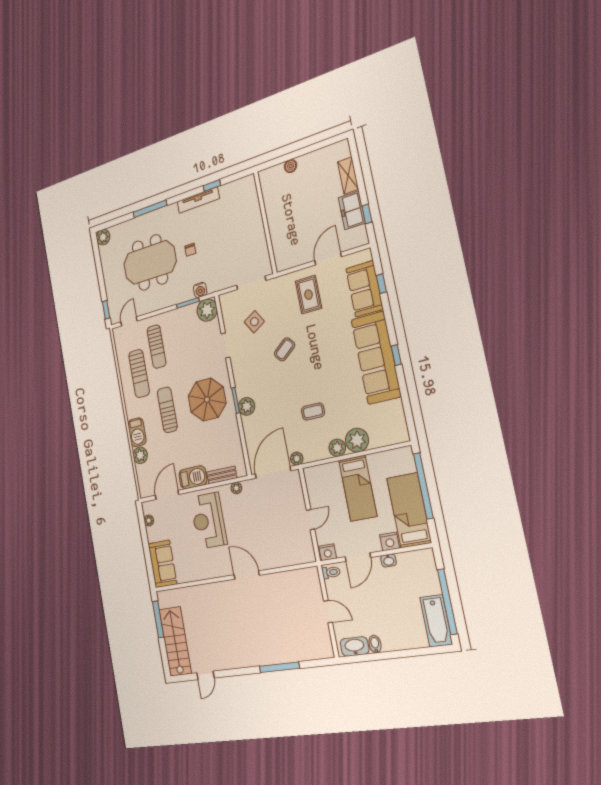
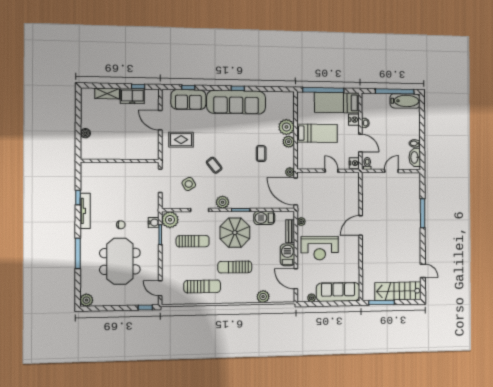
sun lounger: (156, 347) -> (193, 241), moved
plant: (247, 406) -> (223, 202), moved
barbecue: (137, 432) -> (264, 218), moved, turned 180
sofa: (162, 564) -> (338, 292), width x1.36

